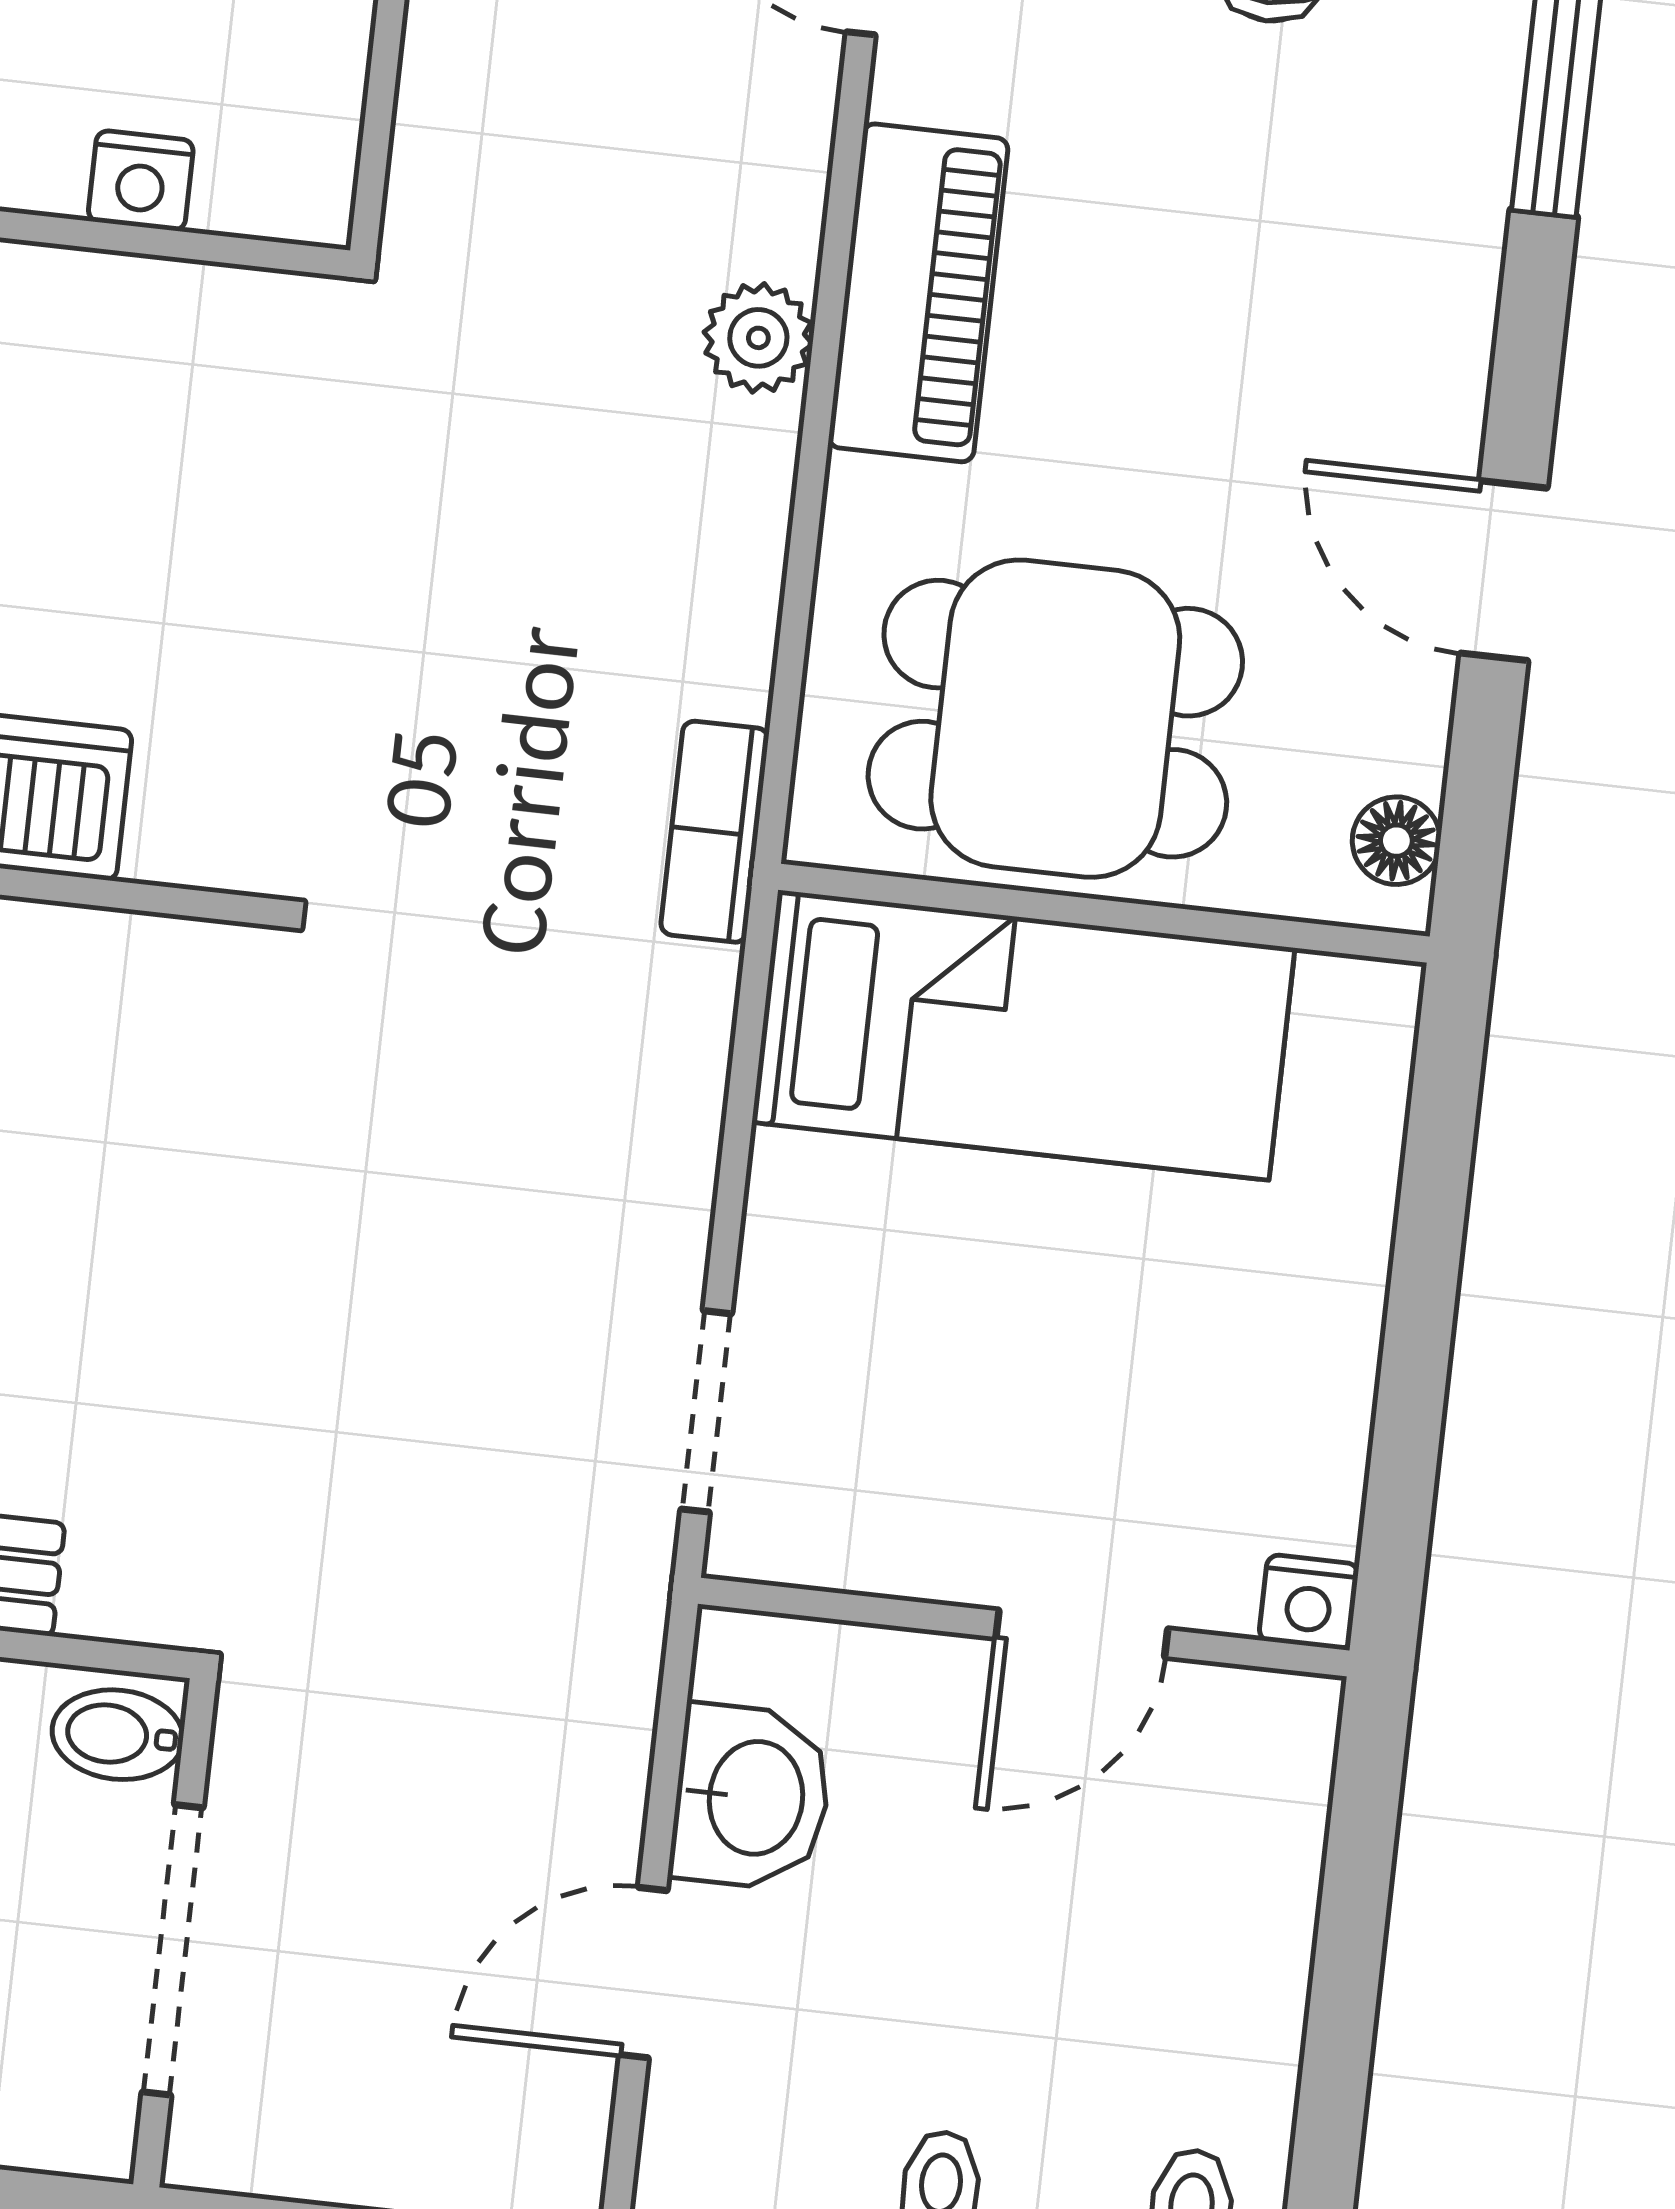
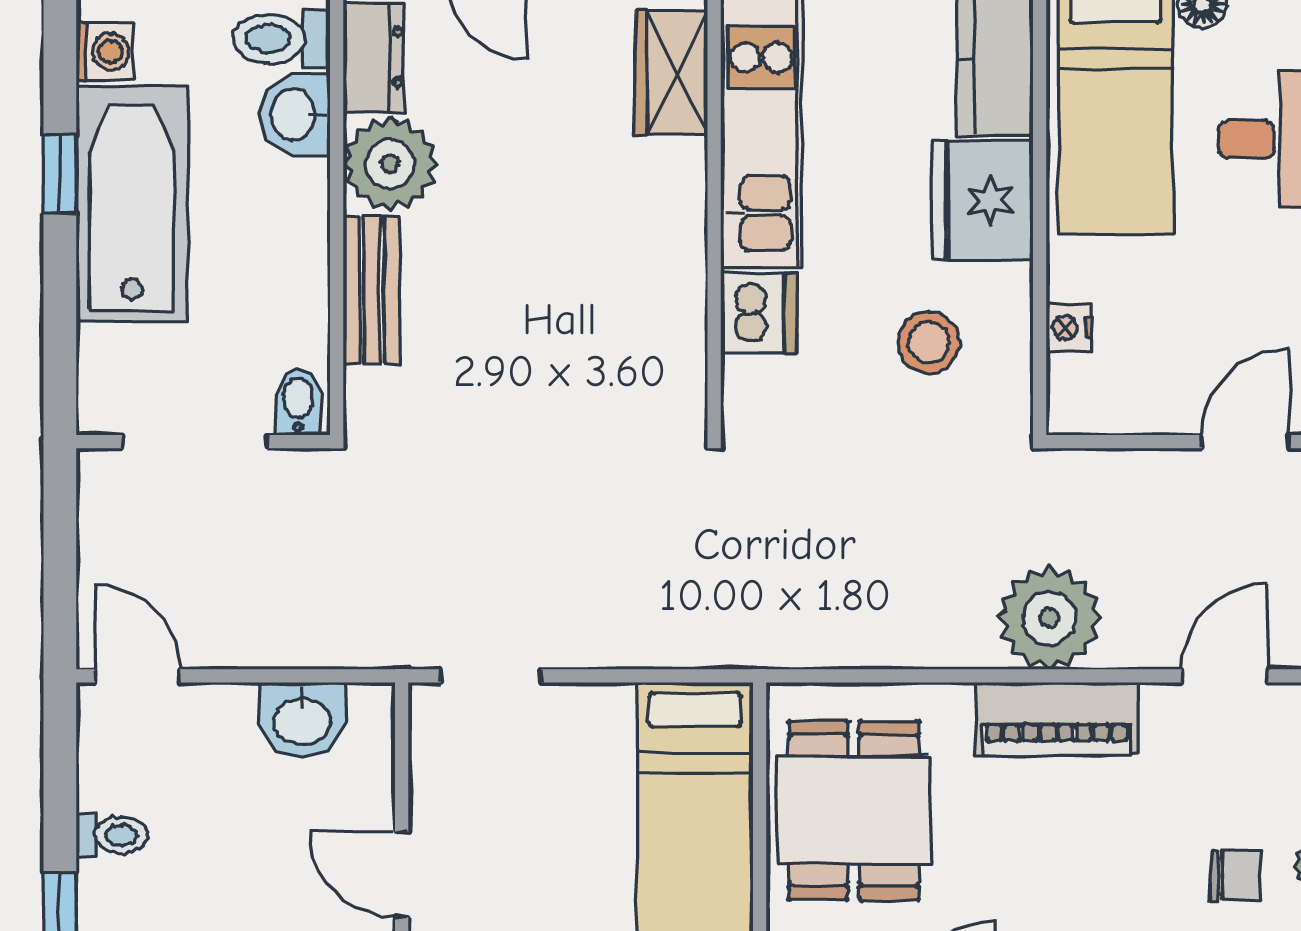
plant: (758, 338) -> (1049, 618), width x1.88, depth x1.88
stool: (139, 464) -> (928, 342), added
bookcase: (715, 832) -> (778, 648), removed
door: (643, 1973) -> (137, 676), moved

